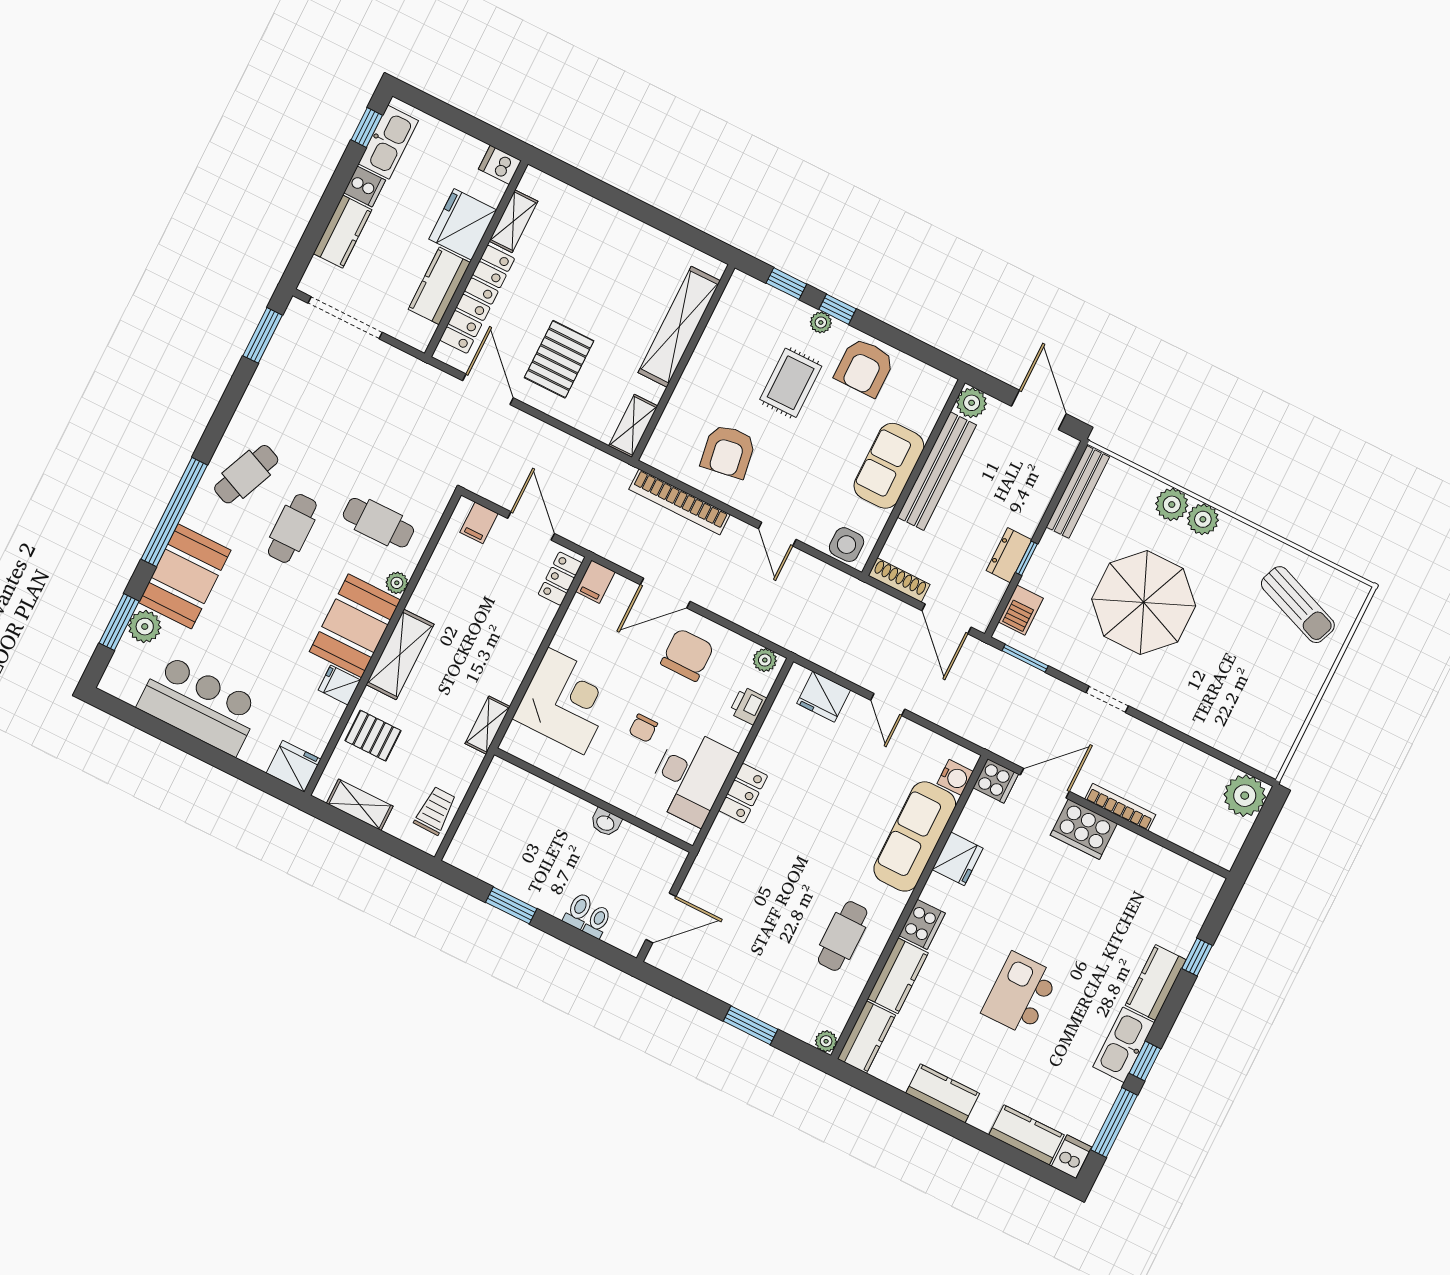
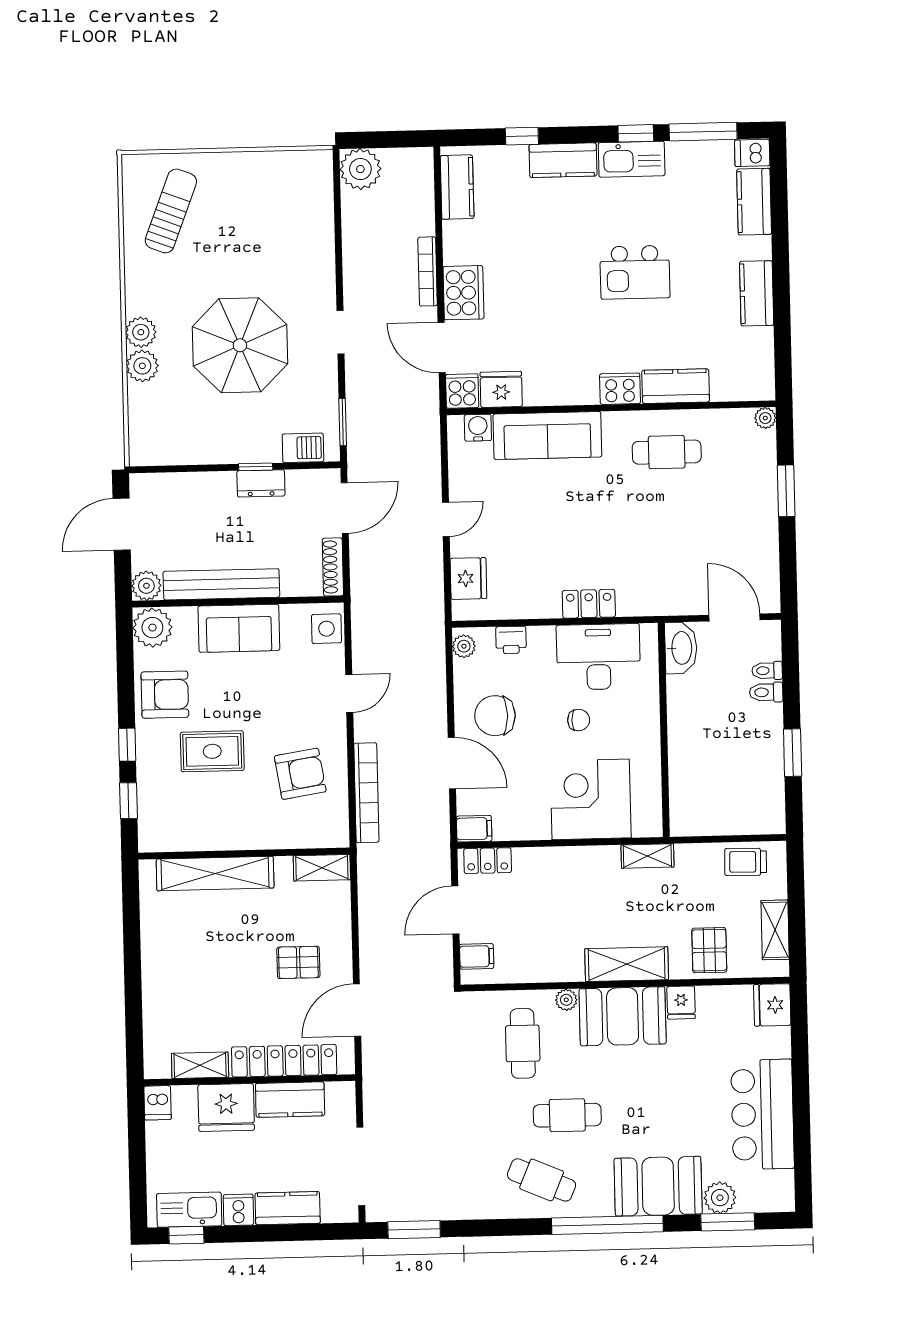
plant: (821, 322) -> (152, 628), moved, width x1.88, depth x1.88
pallet: (559, 359) -> (298, 962), width x0.67, depth x0.71
bench: (1078, 492) -> (175, 453), removed
washbasin: (606, 823) -> (681, 648), moved, width x1.91, depth x1.45
fridge: (958, 859) -> (501, 389), moved
kitchen counter: (866, 1037) -> (457, 187), moved, turned 90

